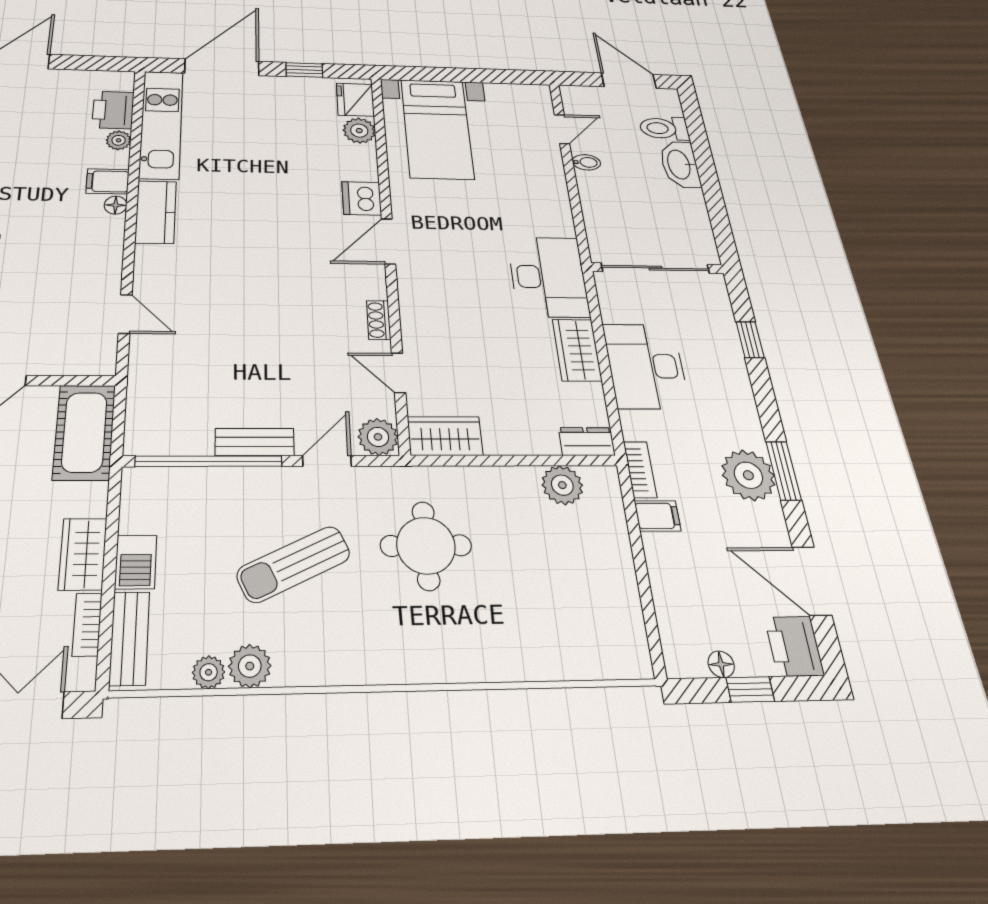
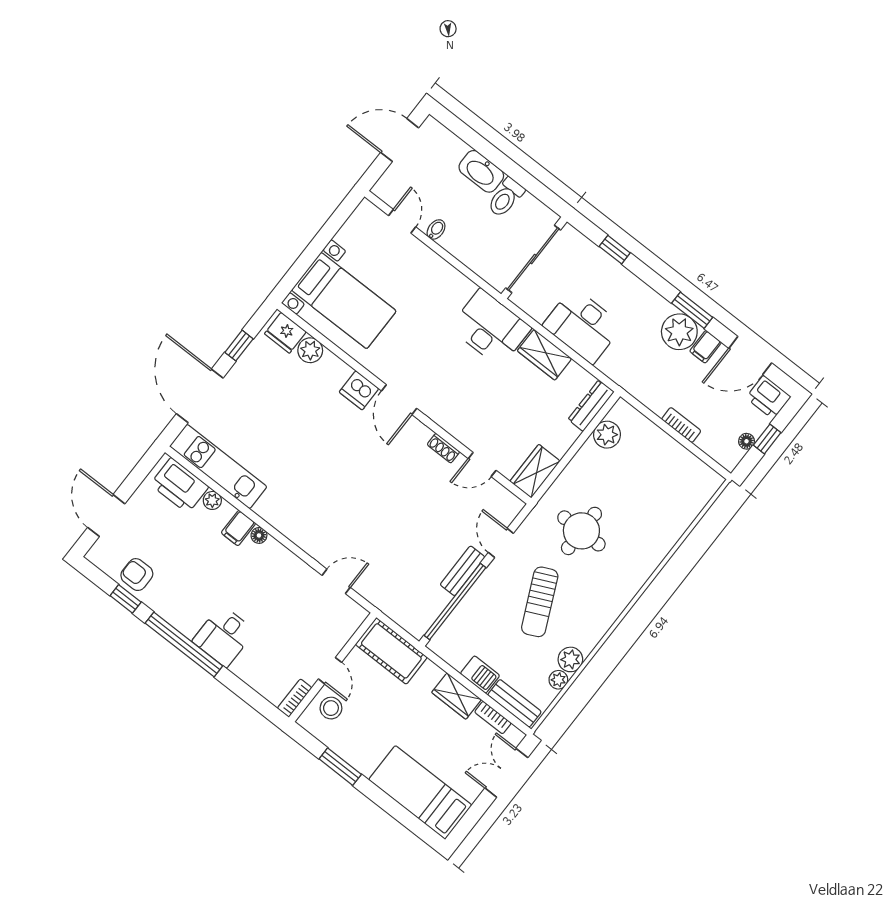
printer: (113, 110) -> (179, 485), width x1.37, depth x1.19
toilet: (664, 128) -> (506, 198), moved
kitchen counter: (156, 212) -> (281, 516), removed
plant: (378, 437) -> (509, 506), removed
dresser: (587, 441) -> (591, 406), width x1.44
bookcase: (640, 470) -> (681, 425), moved
filing cabinet: (658, 516) -> (706, 347), moved, turned 180

